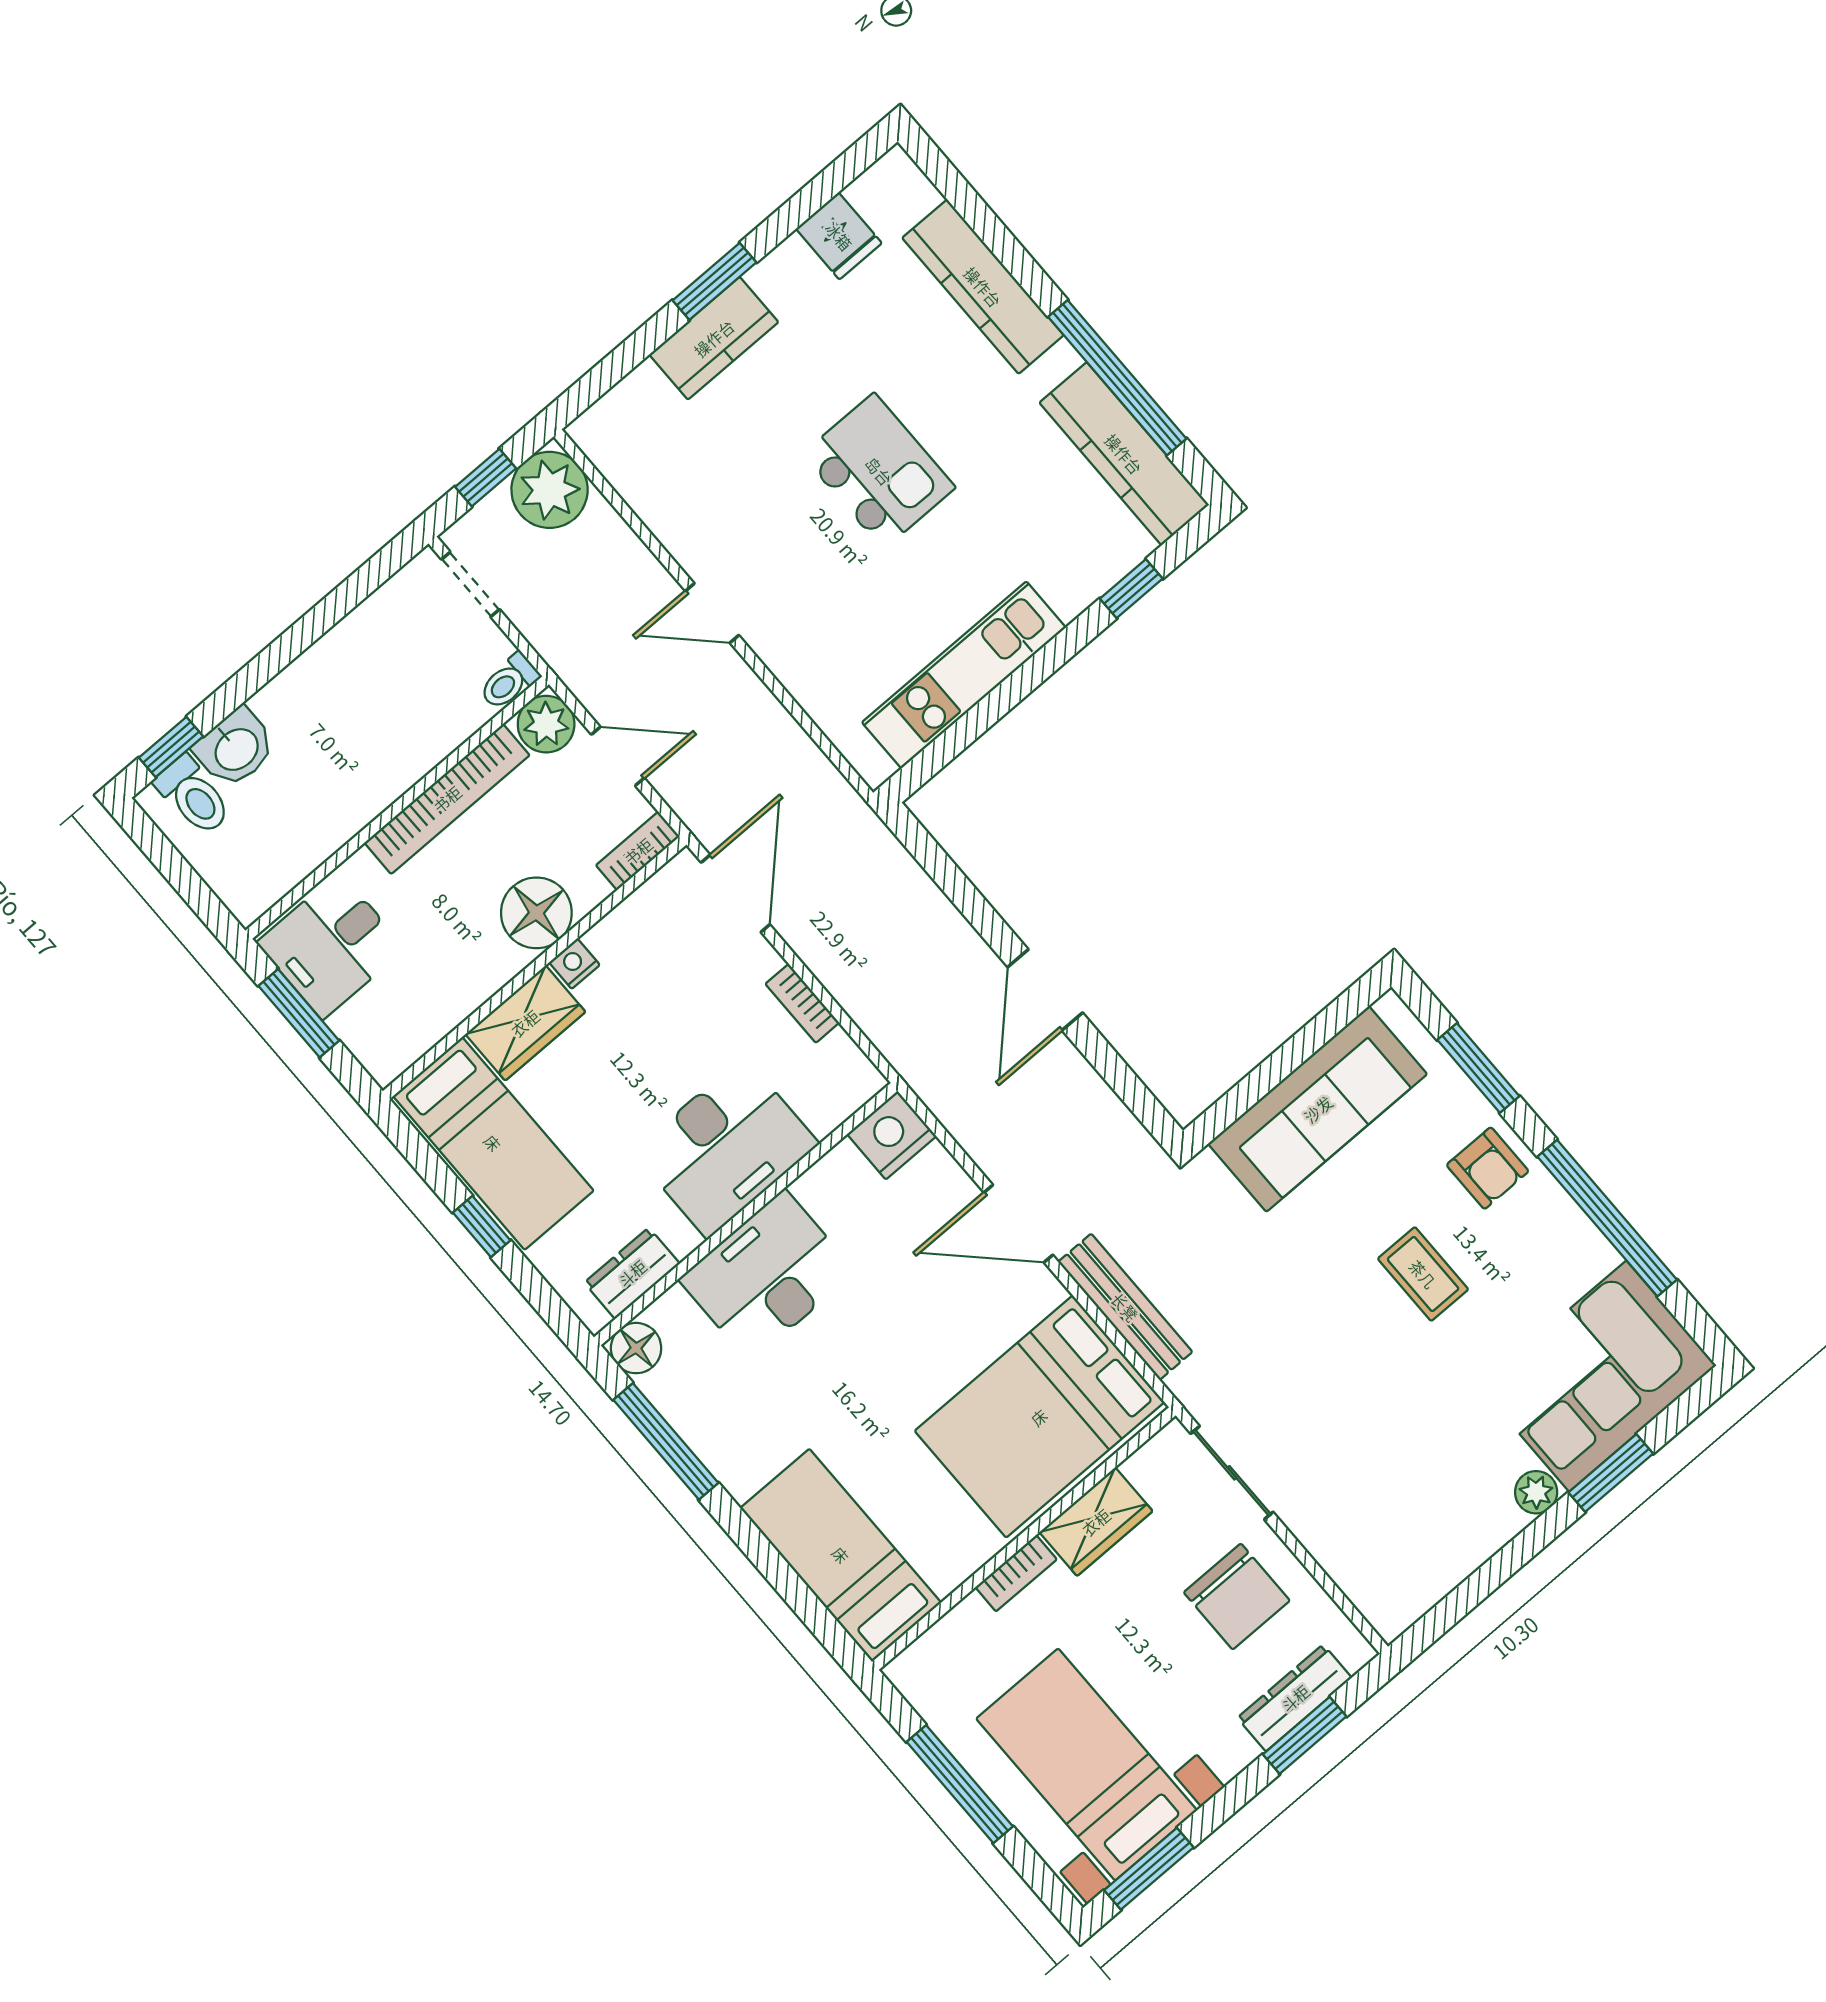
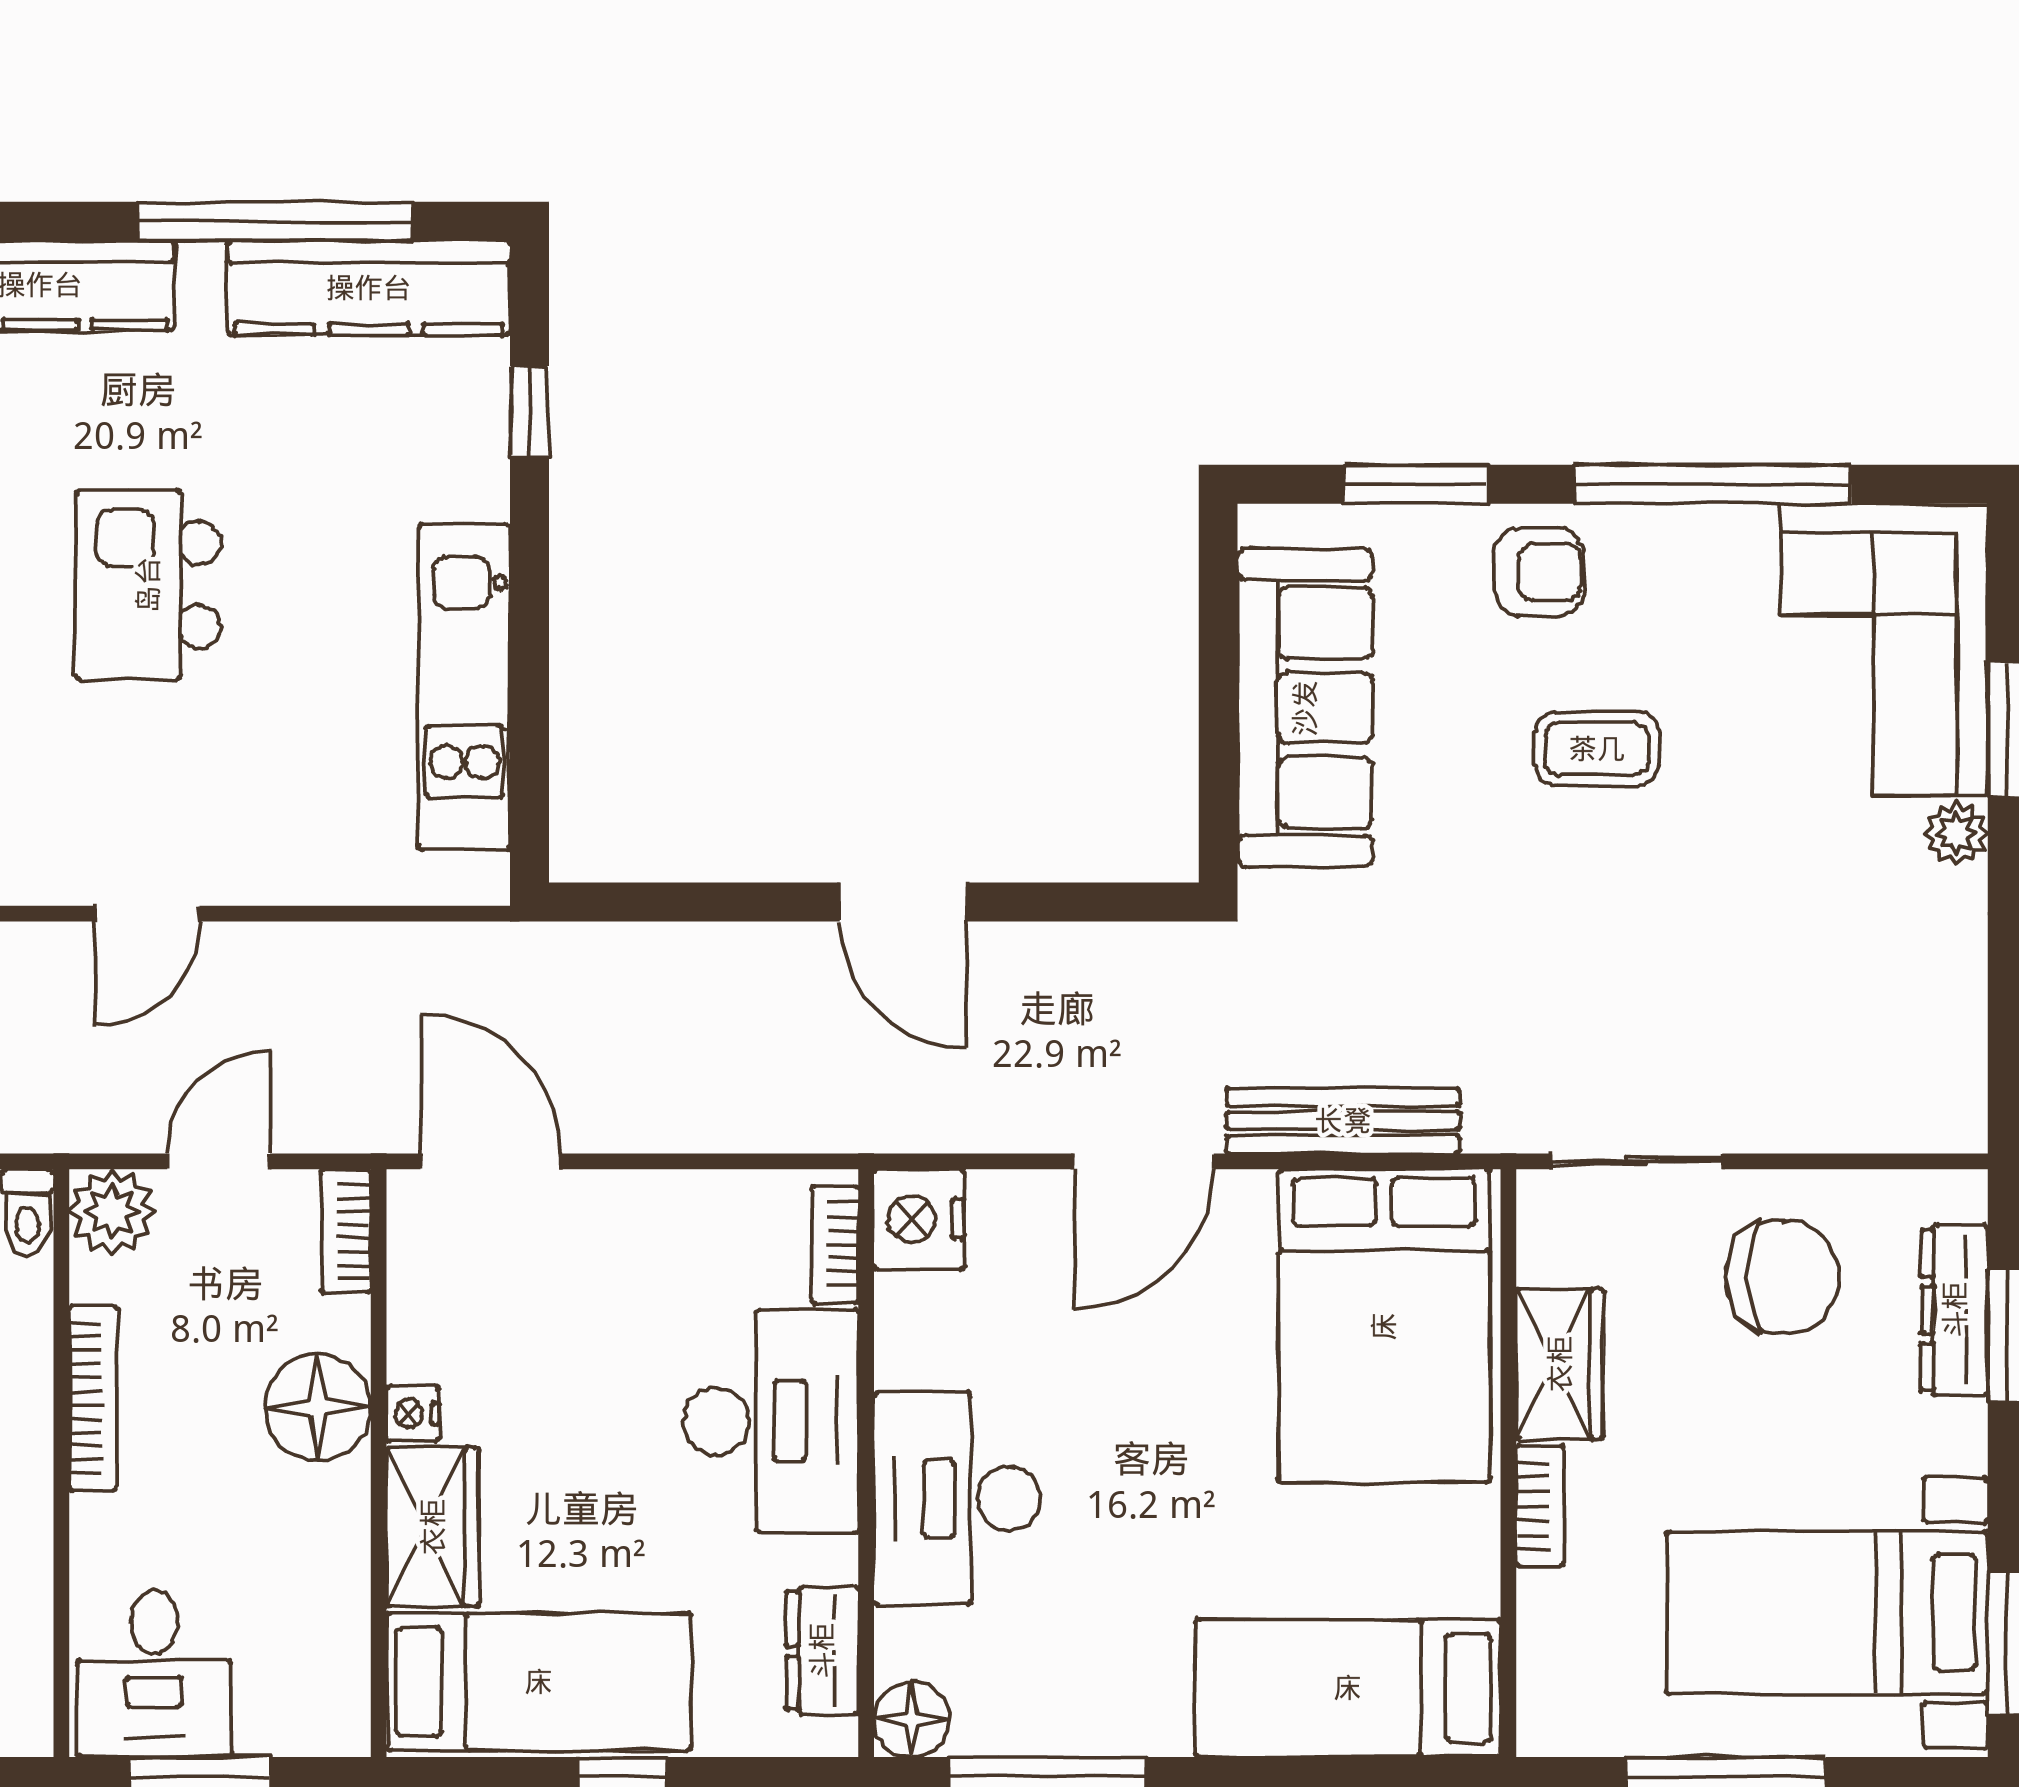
kitchen island: (879, 471) -> (148, 585), turned -90
bookcase: (447, 799) -> (93, 1398), width x0.68, depth x0.76
bookcase: (802, 1003) -> (835, 1244), moved, turned 90

